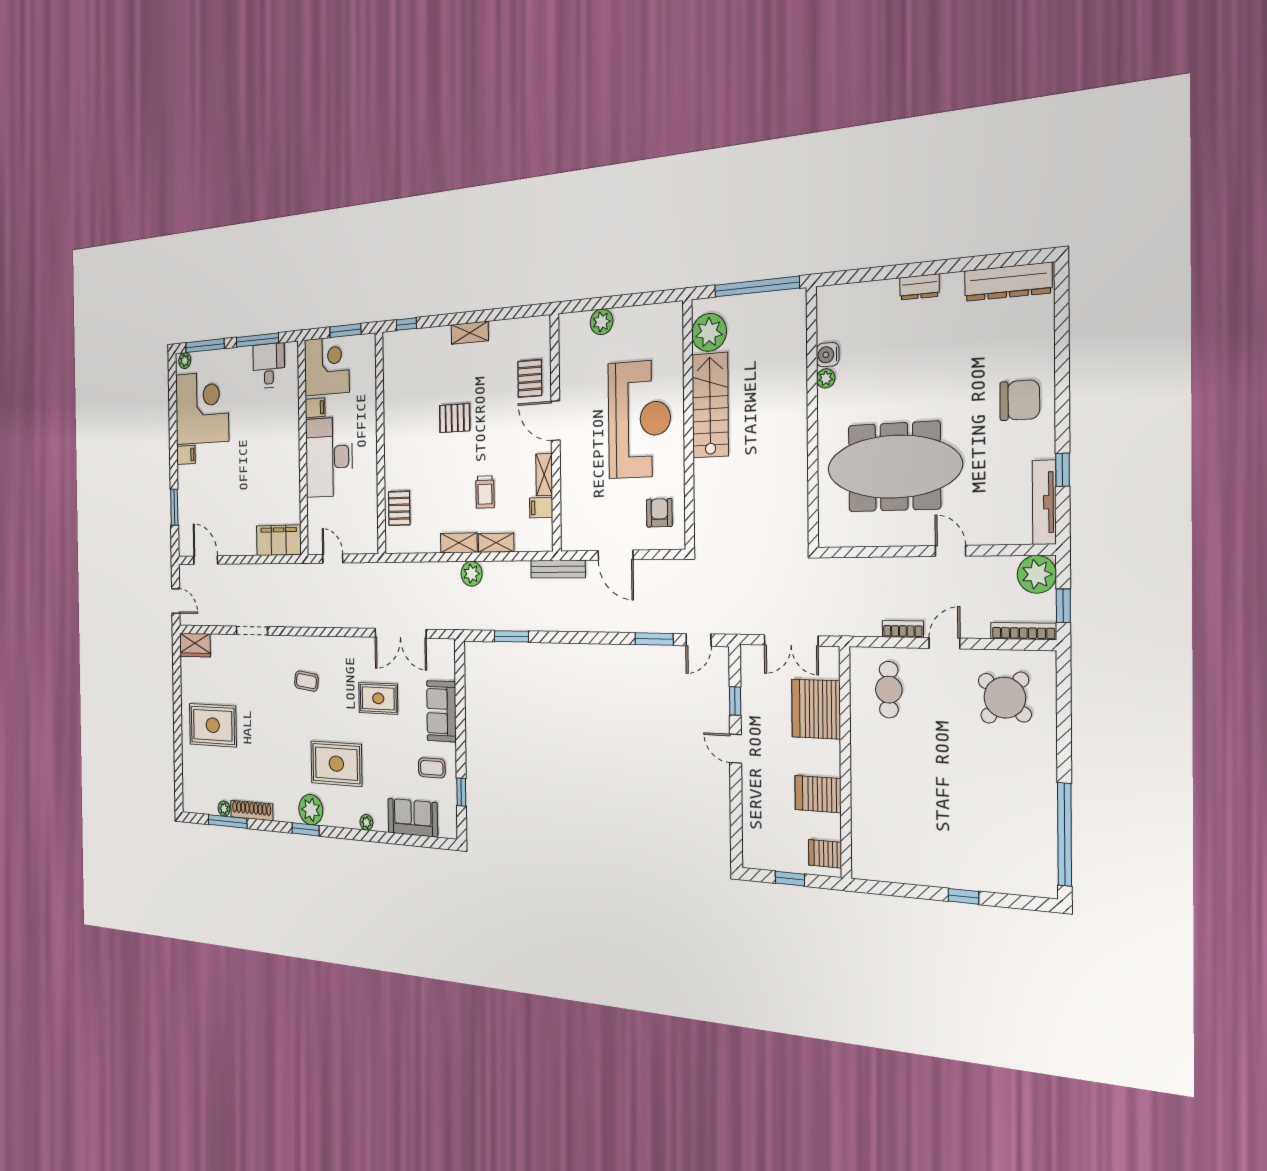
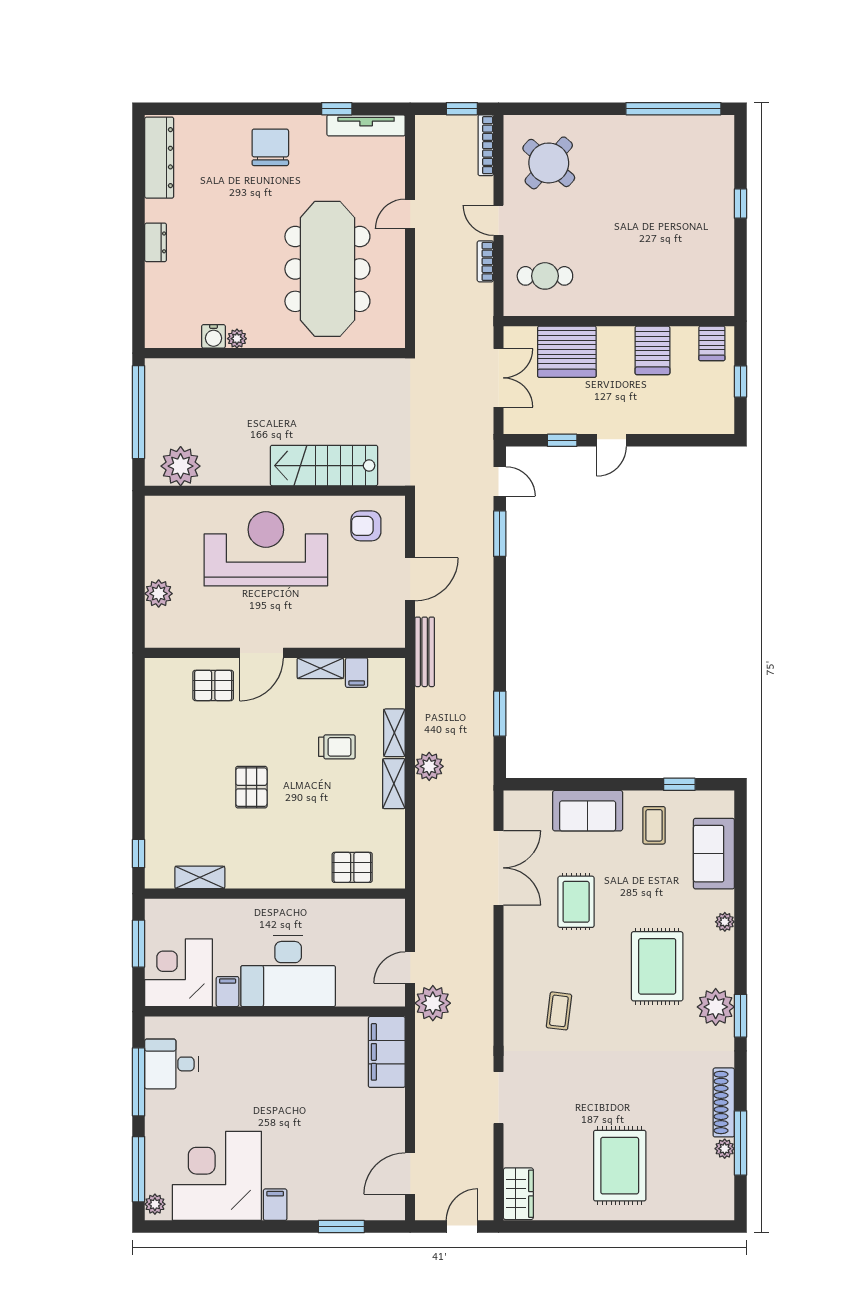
shelving: (470, 333) -> (200, 877), moved, turned 90
stairs: (710, 405) -> (324, 466), moved
plant: (1037, 574) -> (433, 1003), moved

